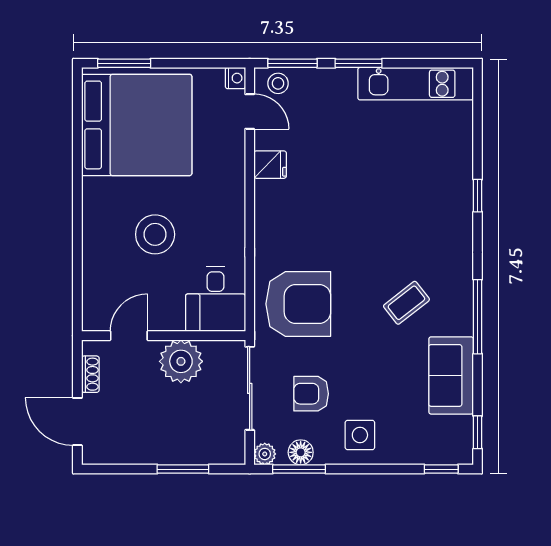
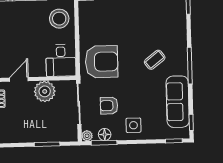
stool: (155, 234) -> (59, 19), moved
sofa: (451, 375) -> (178, 102), width x1.36

